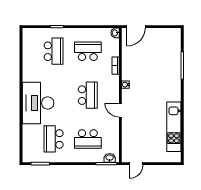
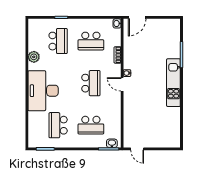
school desk: (88, 51) -> (91, 41), turned 180
plant: (28, 68) -> (34, 57), added
door: (120, 110) -> (122, 84), moved
kitchen unit: (174, 127) -> (173, 83), moved
door: (136, 164) -> (137, 149), hinge flipped

